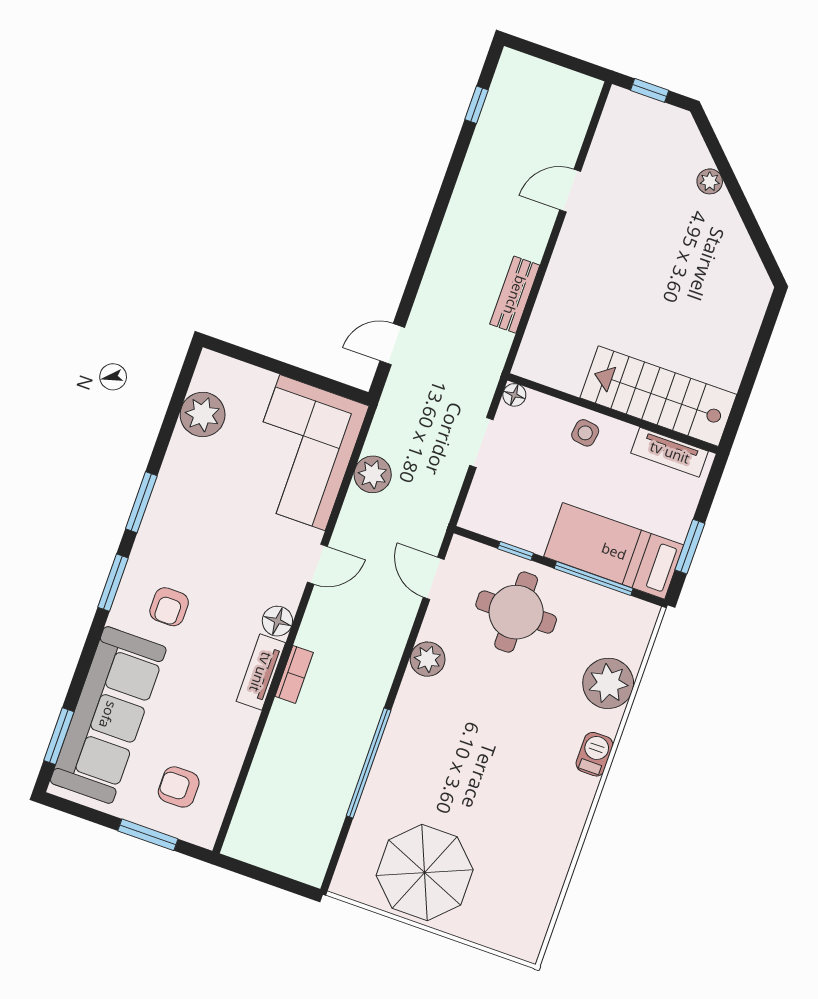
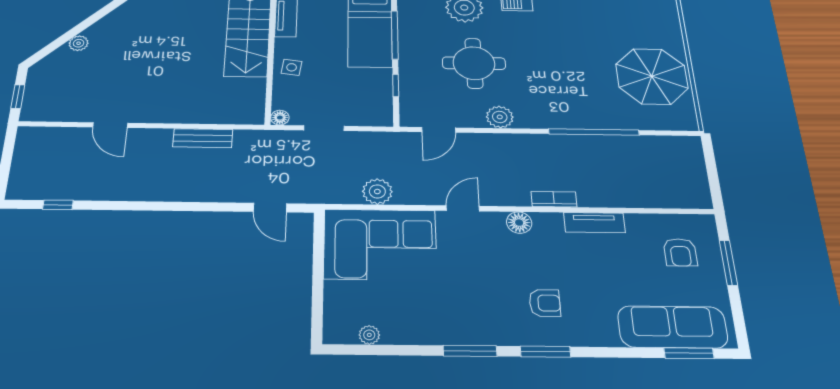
plant: (203, 414) -> (369, 335), width x0.53, depth x0.53
door: (317, 564) -> (463, 208), hinge flipped
round table: (516, 612) -> (474, 63), moved
tv unit: (261, 672) -> (594, 223), moved
sofa: (108, 715) -> (673, 327), width x0.74, depth x0.79

